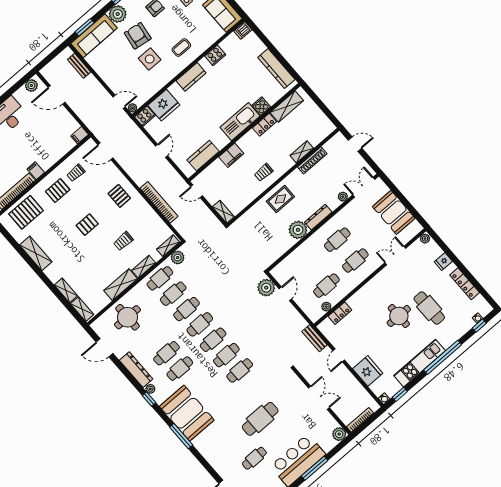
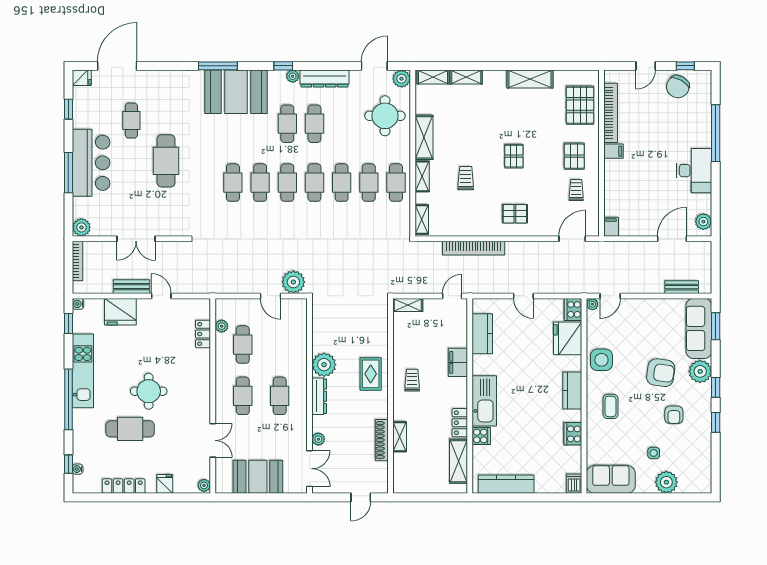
side table: (150, 59) -> (601, 360), moved
plant: (178, 258) -> (402, 79), moved
bench: (315, 338) -> (132, 287), moved

